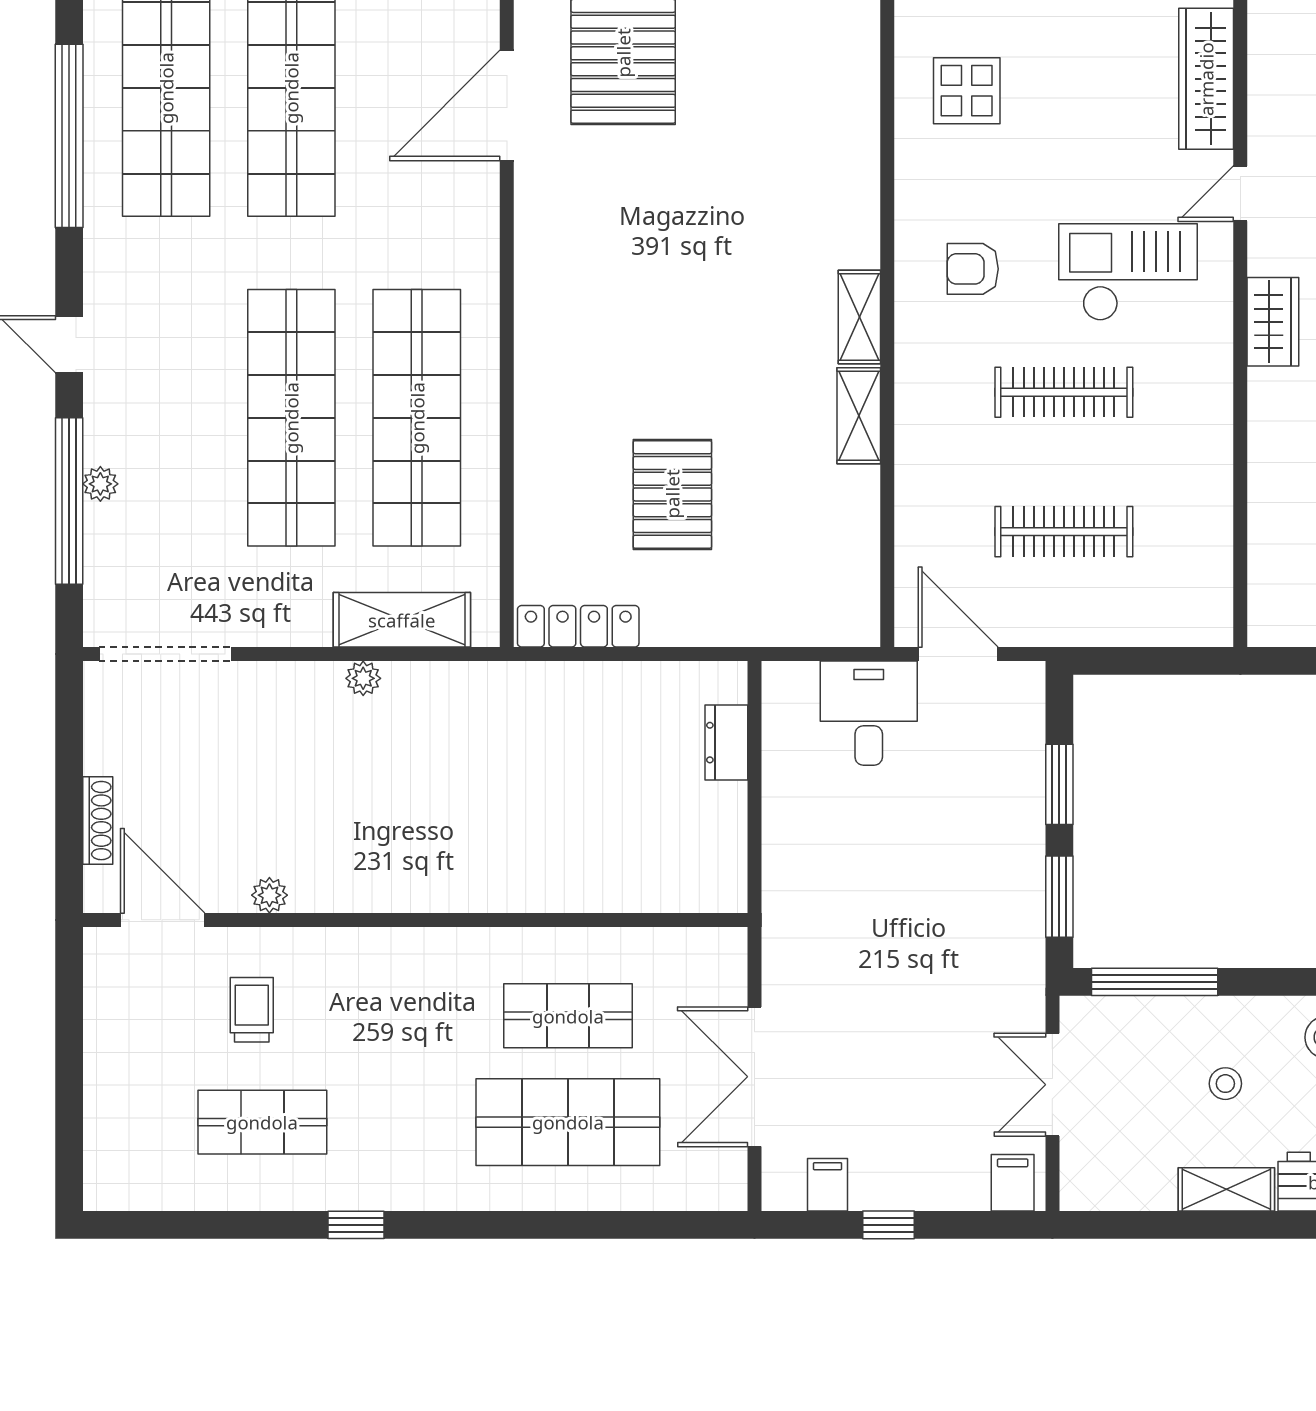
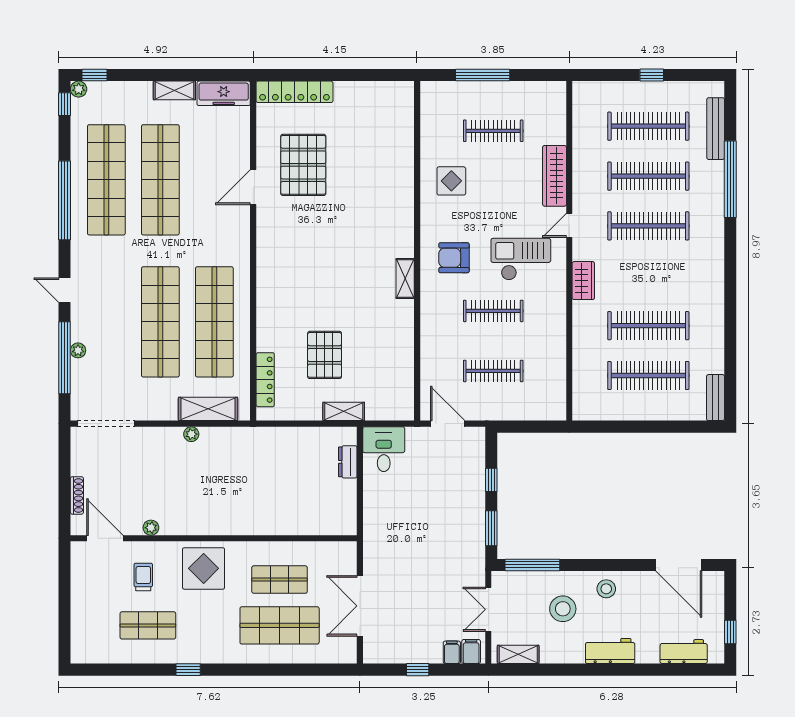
door: (507, 105) -> (253, 187), width x0.73
armchair: (973, 269) -> (454, 258), width x1.38, depth x1.38
shelving: (859, 416) -> (344, 411), moved, turned 90
locker: (578, 626) -> (265, 380), moved, turned 90
desk: (869, 713) -> (384, 449), moved
window: (1059, 784) -> (491, 480), width x0.67
display table: (392, 990) -> (204, 568), added
stool: (1225, 1084) -> (563, 609), width x1.89, depth x1.89
filing cabinet: (828, 1185) -> (452, 652), moved
shelving: (1226, 1189) -> (518, 654), moved

